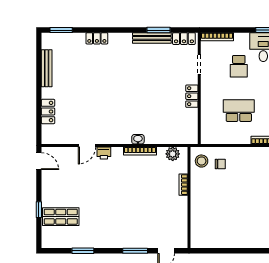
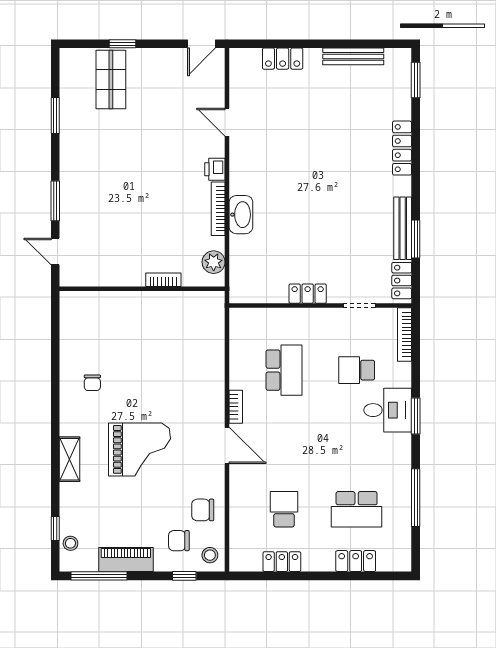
locker: (97, 38) -> (402, 148), width x1.53
washbasin: (138, 139) -> (241, 215), width x1.91, depth x1.45
printer: (104, 153) -> (215, 169), moved
stool: (202, 161) -> (202, 309), removed
chair: (220, 164) -> (92, 383), moved

